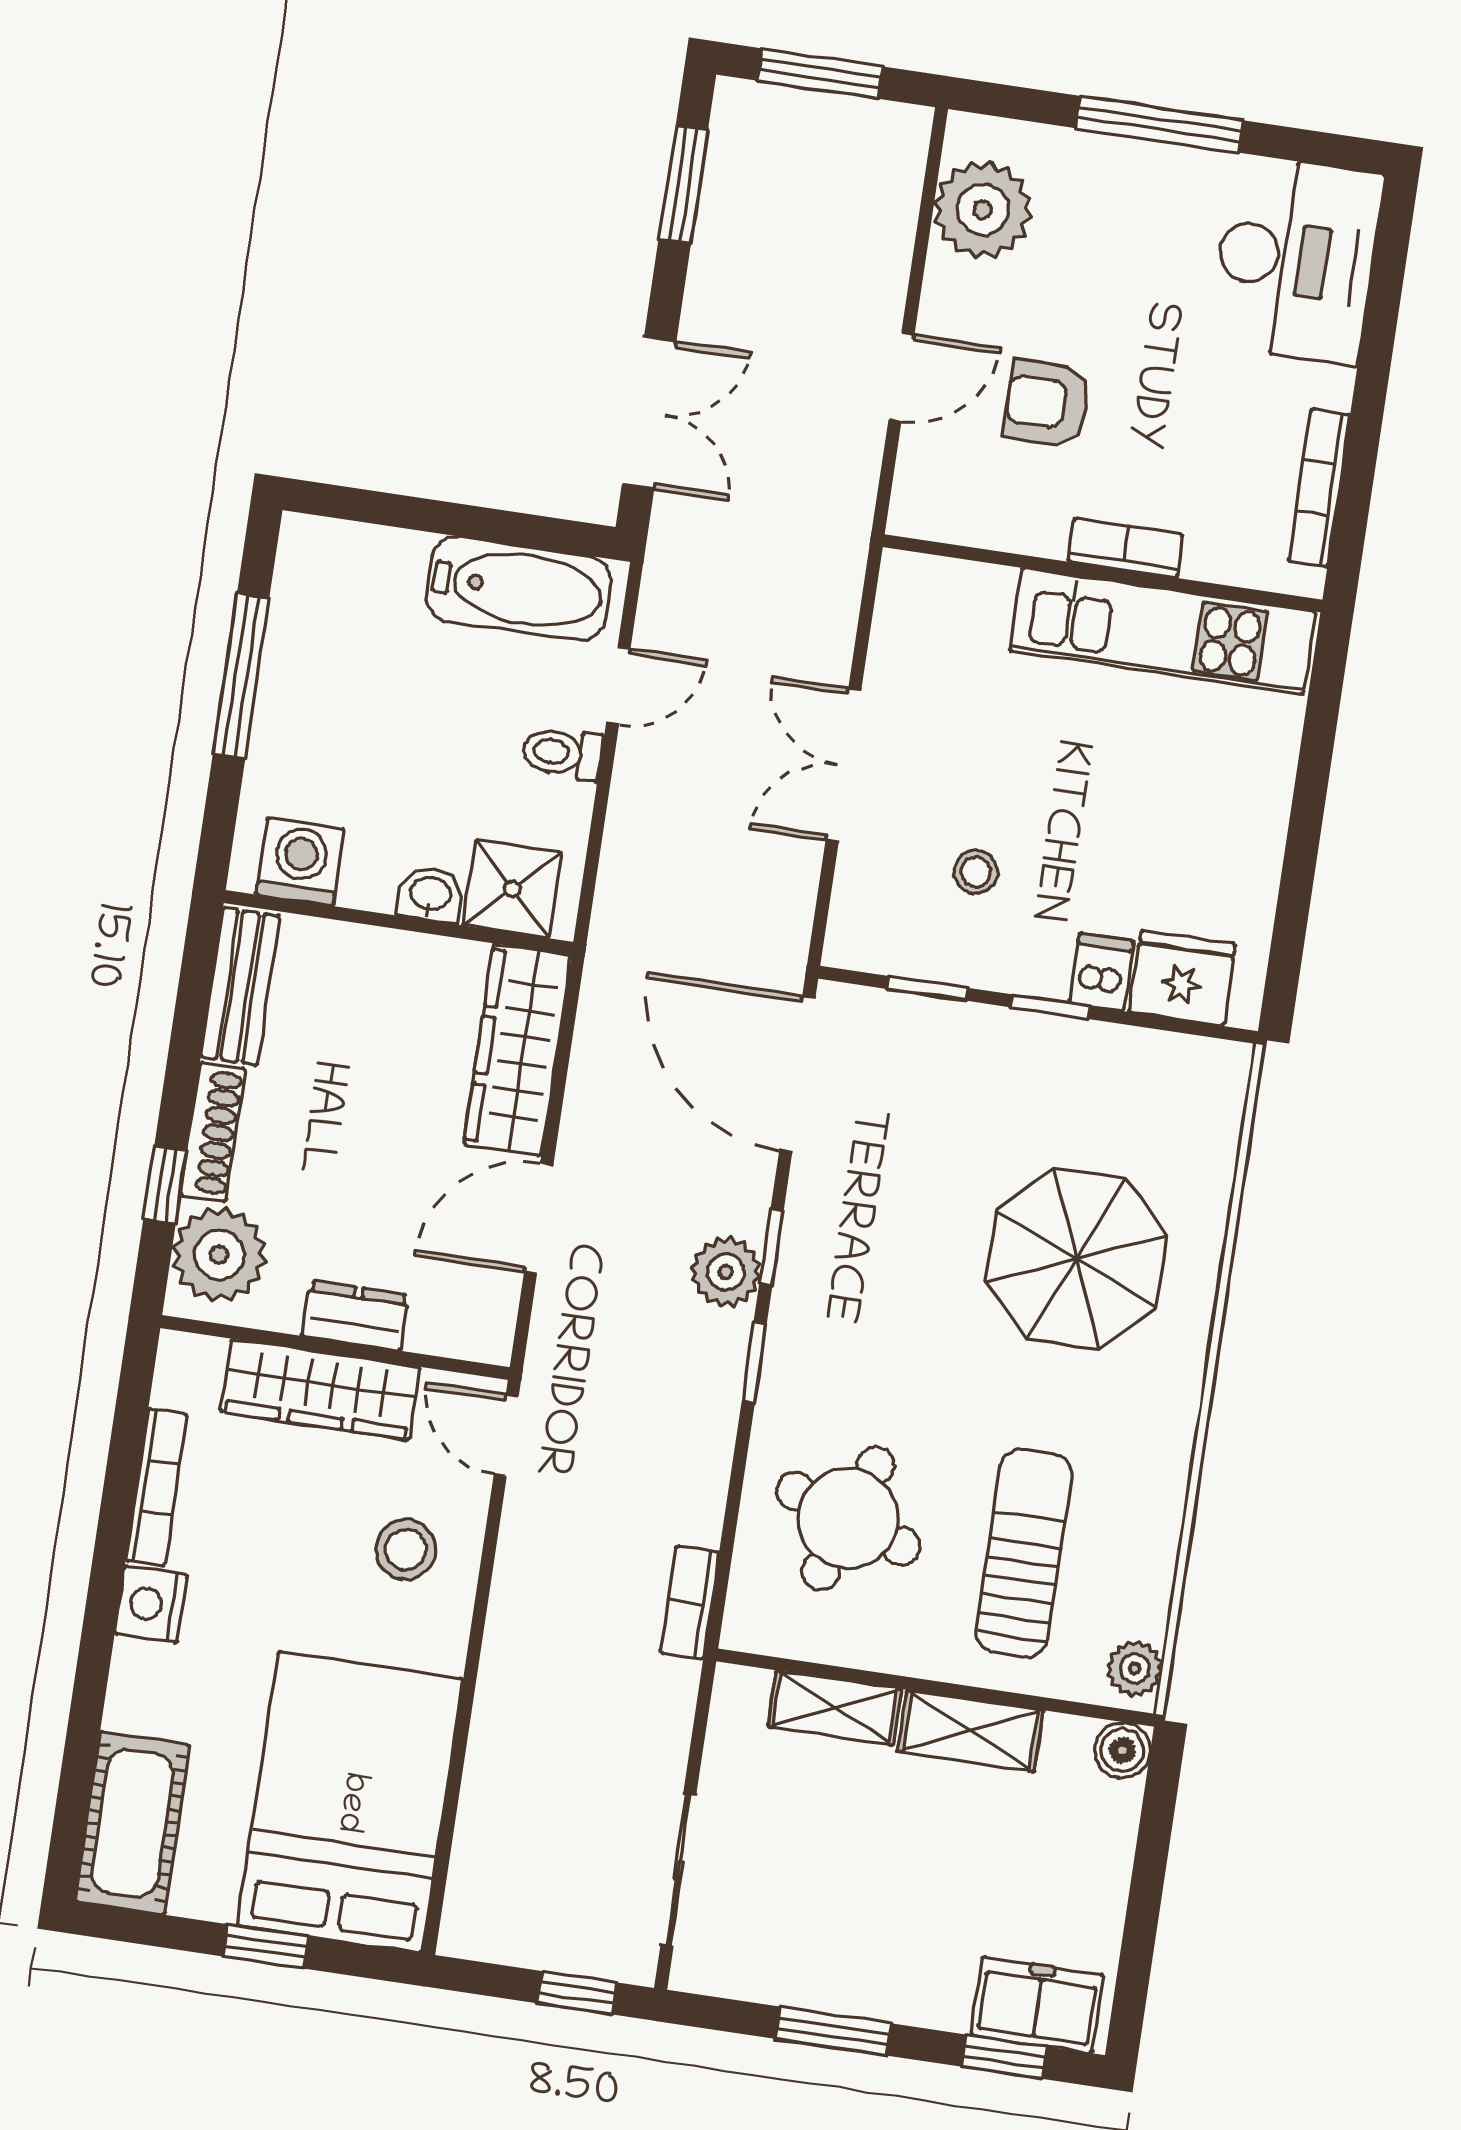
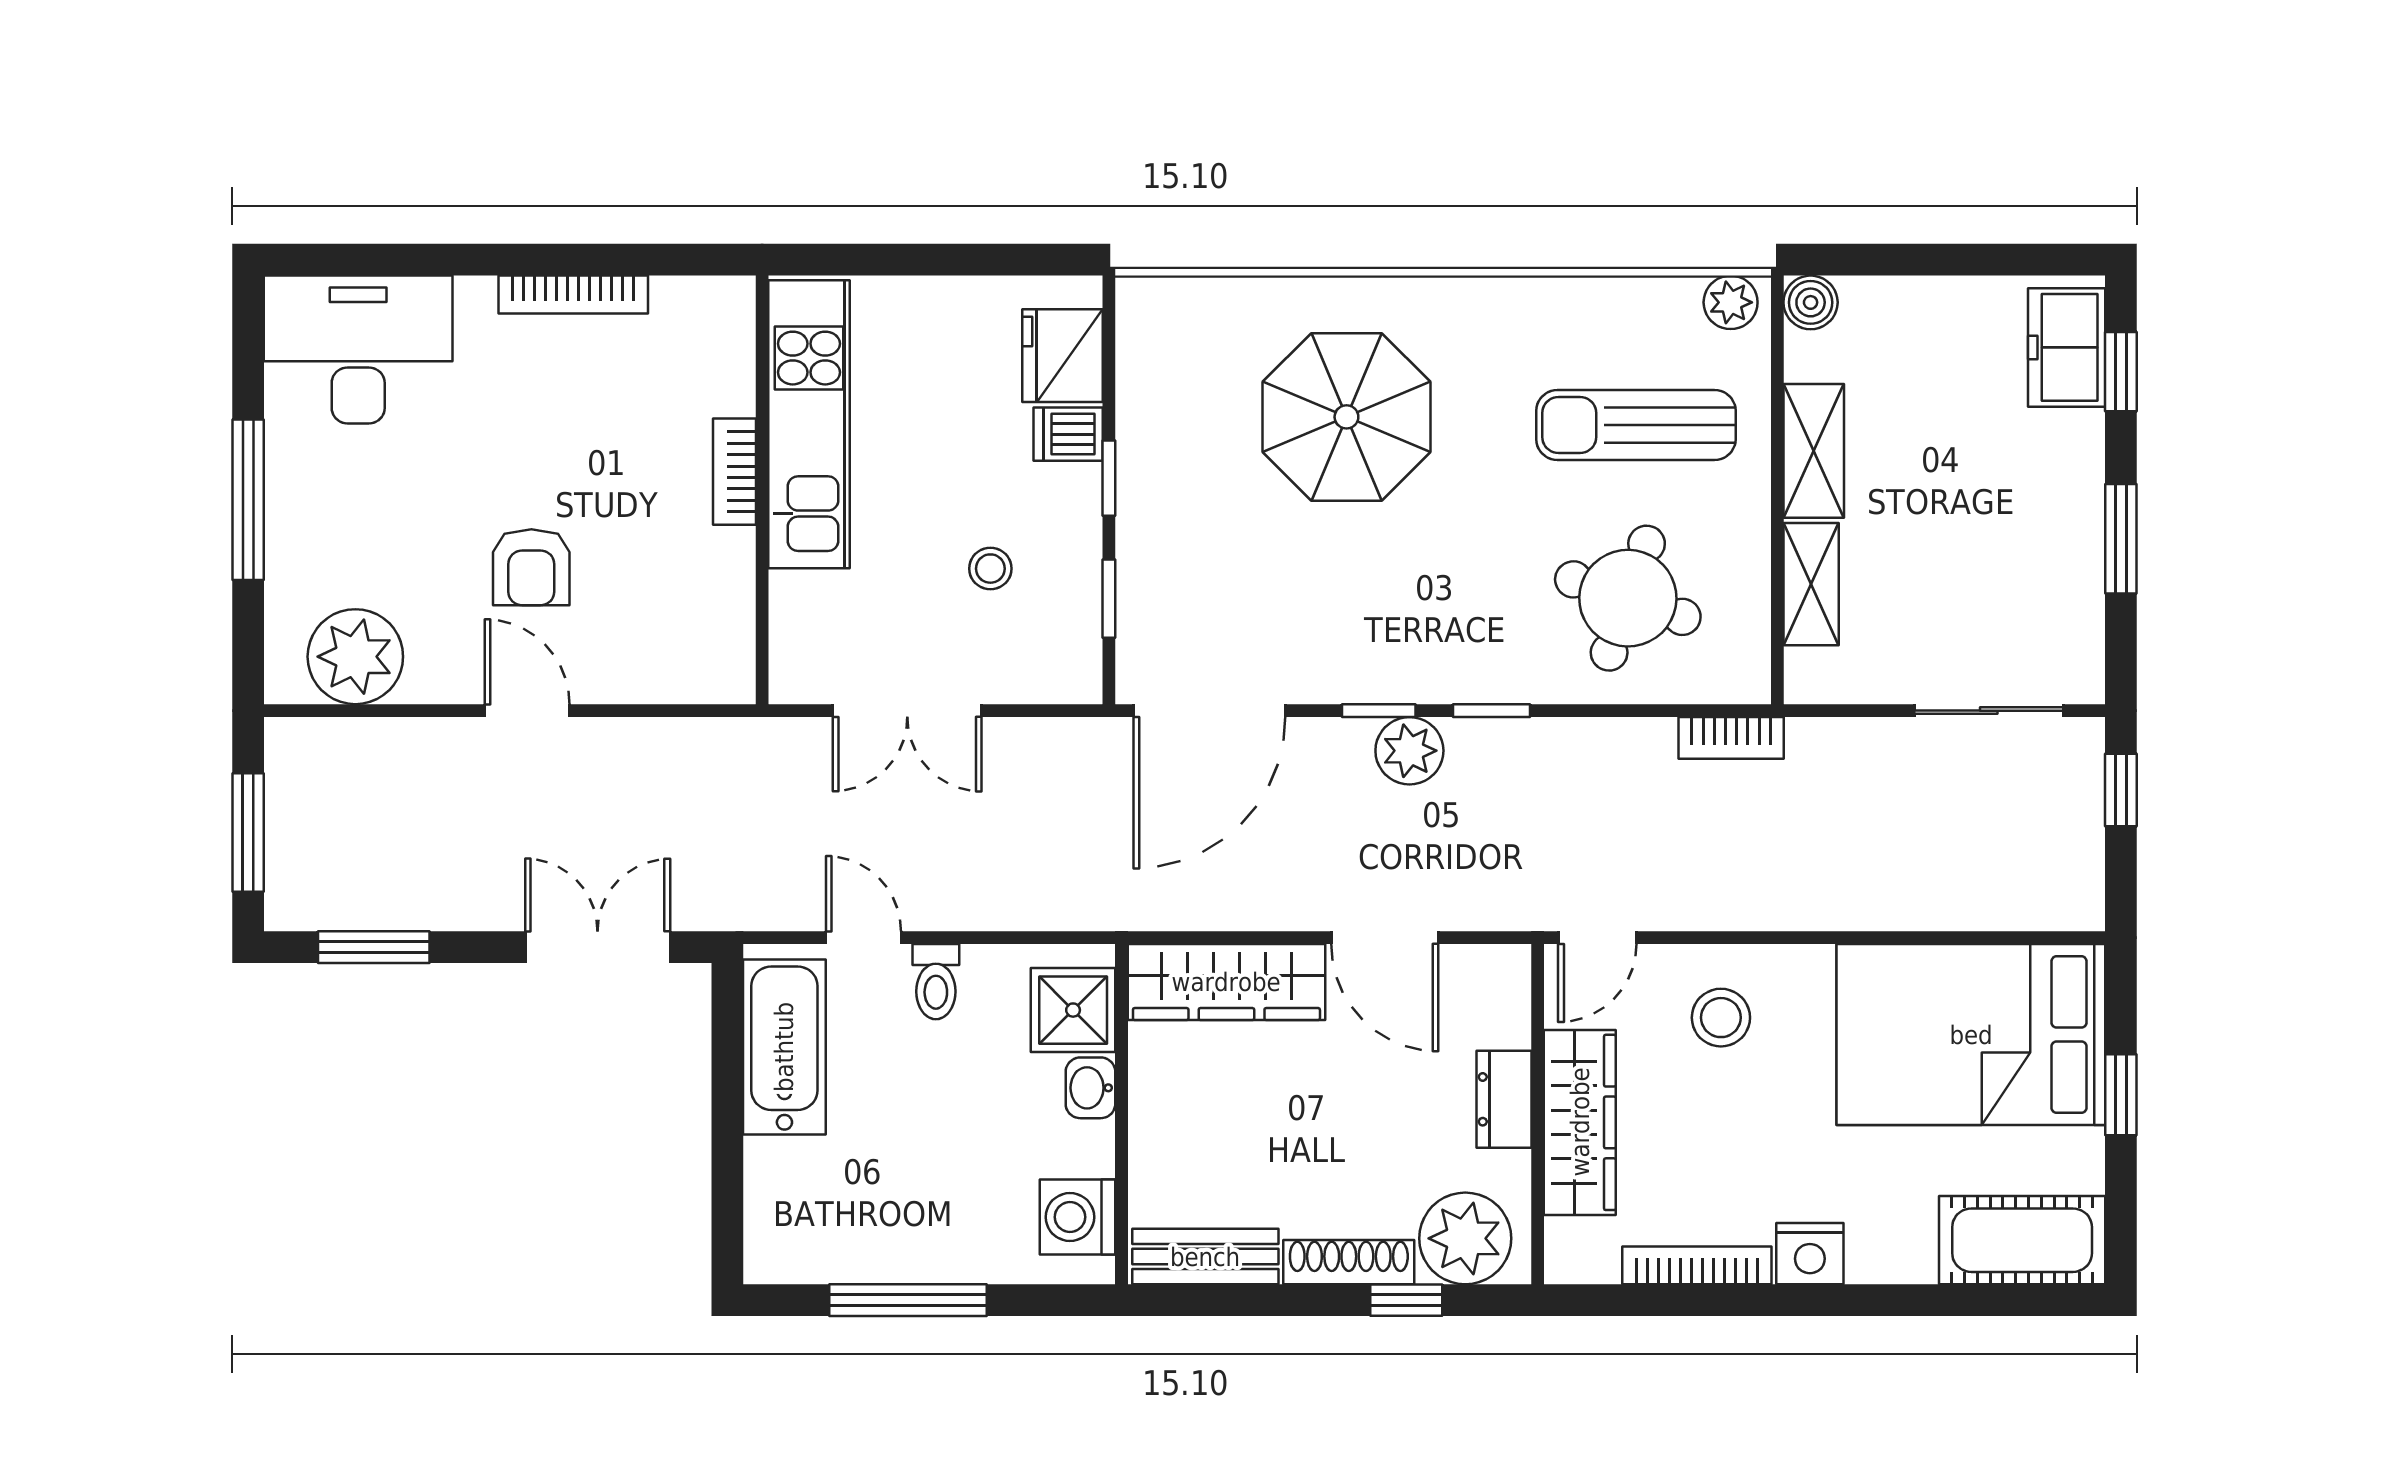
bookcase: (1125, 548) -> (734, 472), moved
wall: (1103, 573) -> (762, 490), moved
kitchen unit: (1162, 631) -> (809, 424), moved

